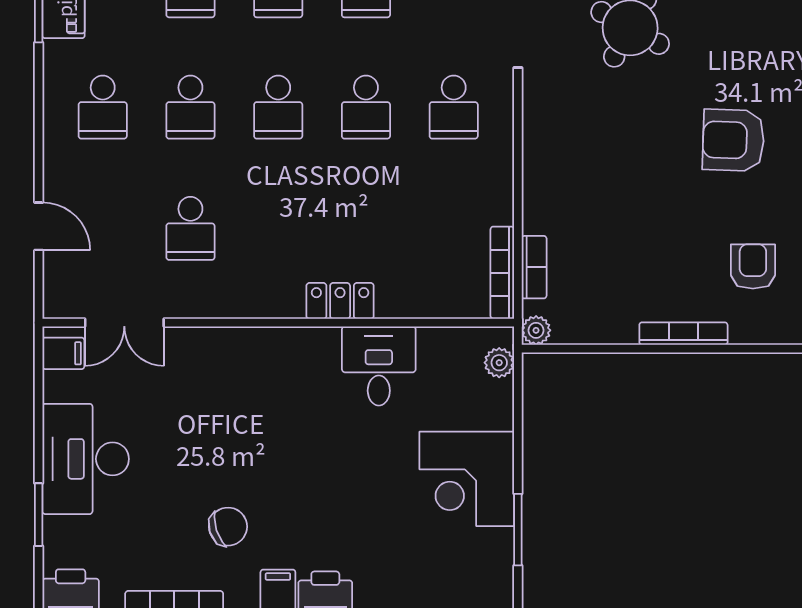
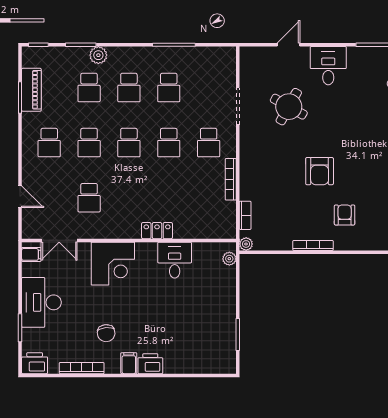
armchair: (733, 140) -> (320, 171), moved, turned -92
bookcase: (502, 273) -> (231, 179), moved
corner desk: (467, 479) -> (113, 264), moved, turned -90
chair: (228, 527) -> (106, 333), turned 102

